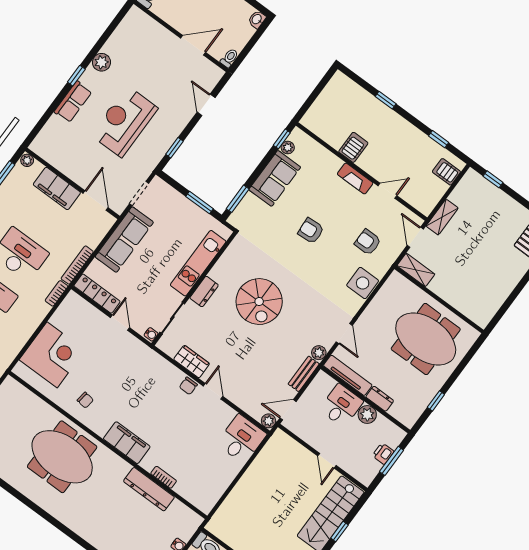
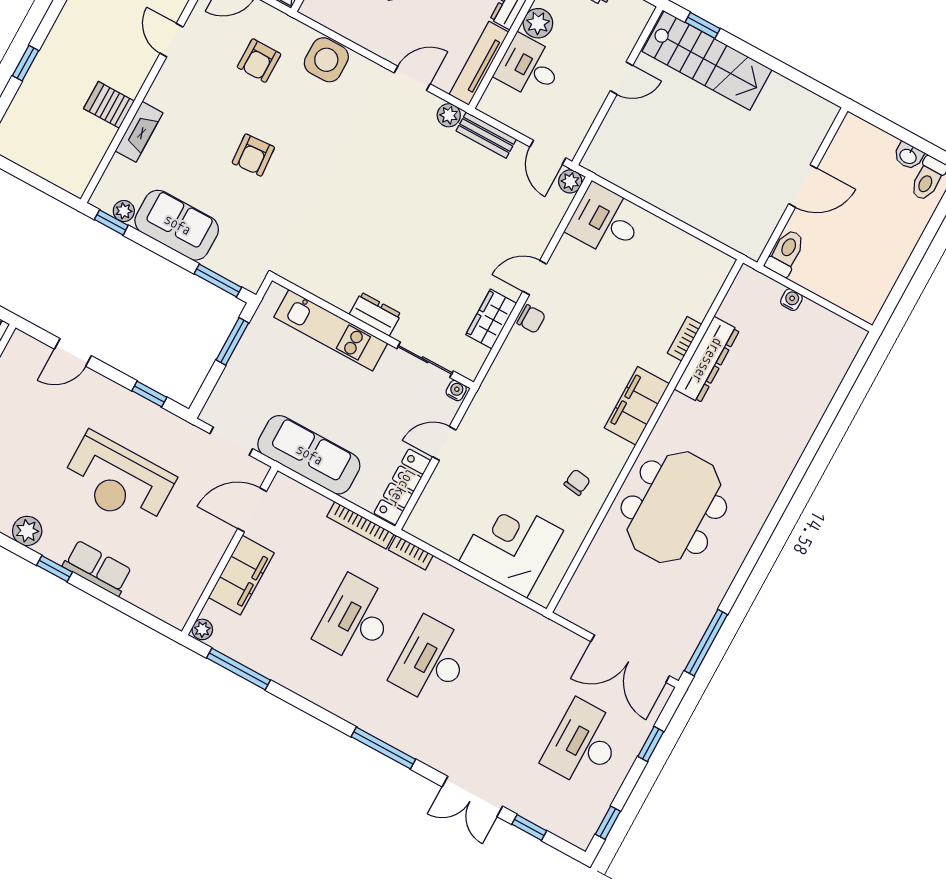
fireplace: (355, 179) -> (139, 132), moved
spiral stairs: (259, 302) -> (379, 223), removed
window: (339, 532) -> (703, 25), moved

